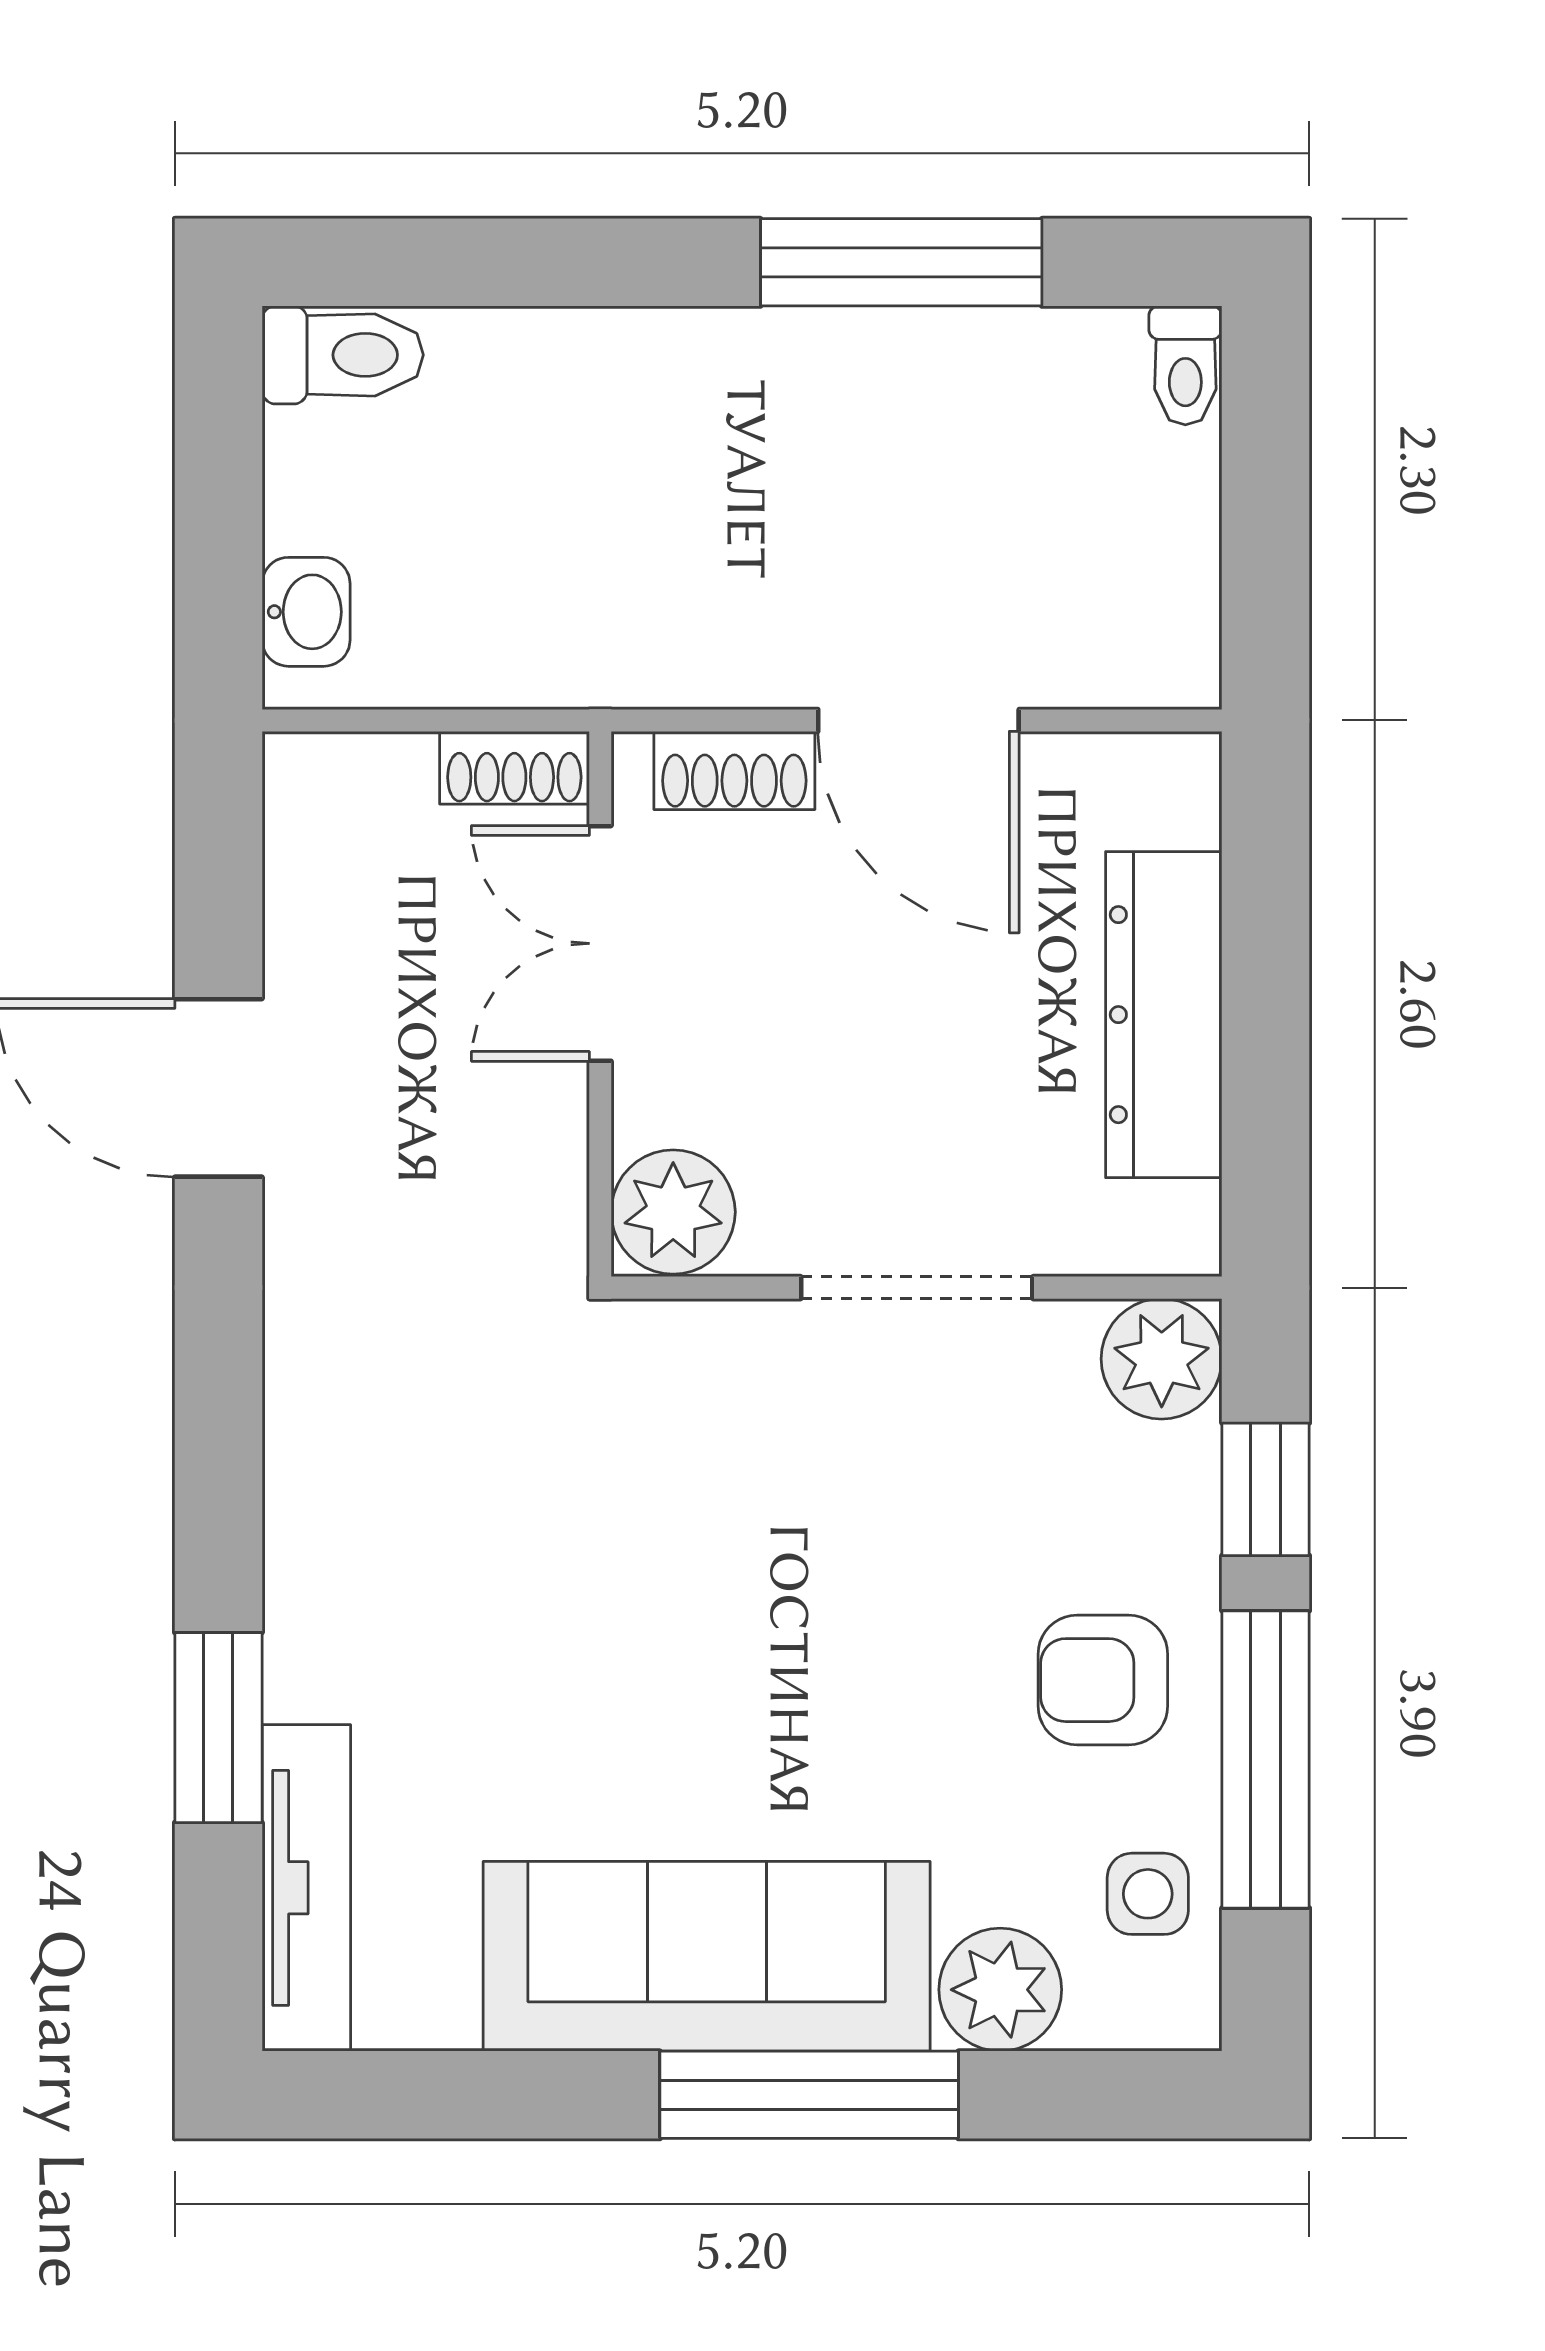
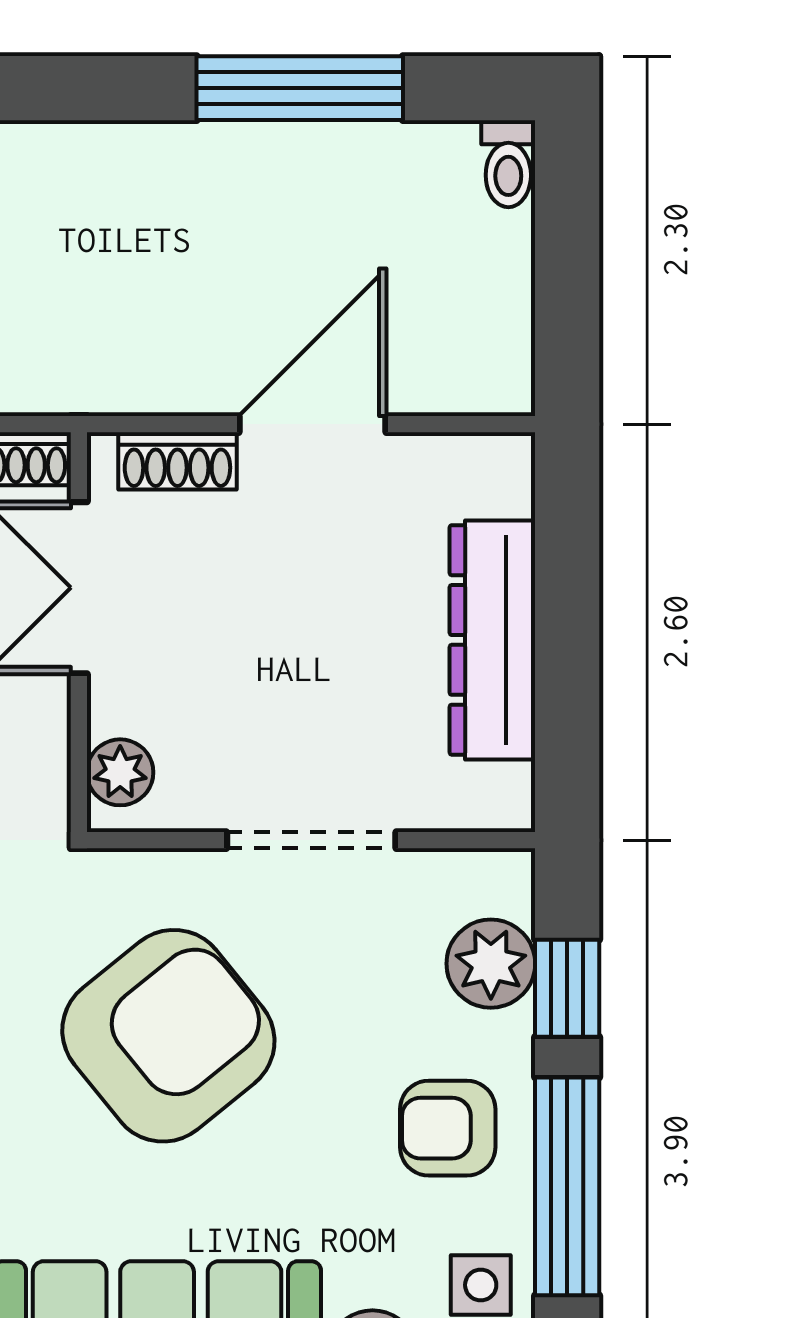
door: (918, 720) -> (312, 424), swing flipped
plant: (673, 1212) -> (120, 772), width x0.73, depth x0.73
plant: (1162, 1359) -> (491, 964), moved
armchair: (722, 1554) -> (168, 1036), added

